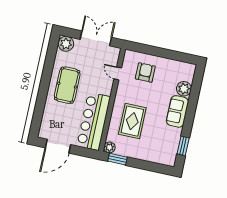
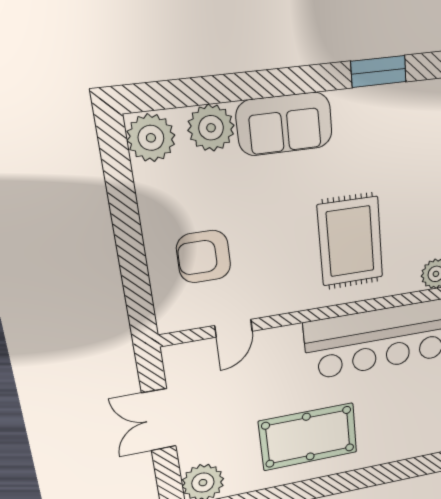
double door: (96, 38) -> (159, 420), width x0.73
plant: (187, 70) -> (151, 138), added
rug: (132, 121) -> (350, 241), turned 90

